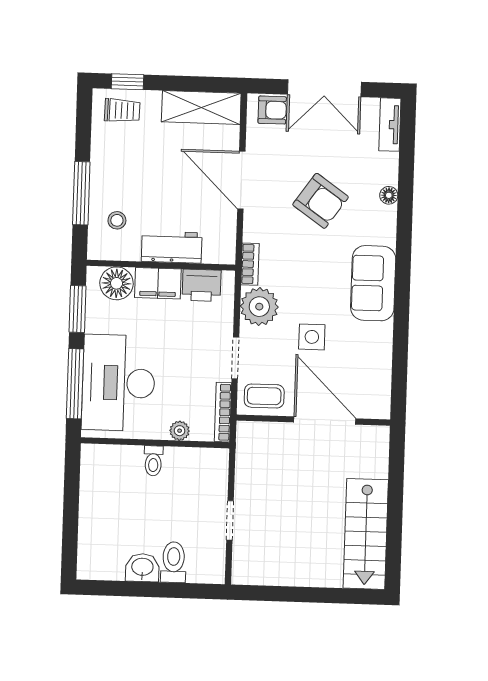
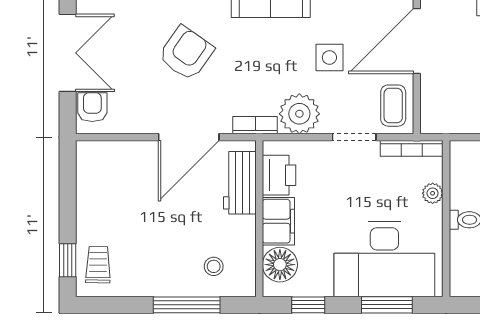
shelving: (201, 107) -> (92, 182), removed
door: (241, 180) -> (189, 137), moved
workbench: (172, 247) -> (240, 183), moved
window: (77, 309) -> (308, 305), width x0.67
window: (75, 384) -> (387, 305), width x0.69

